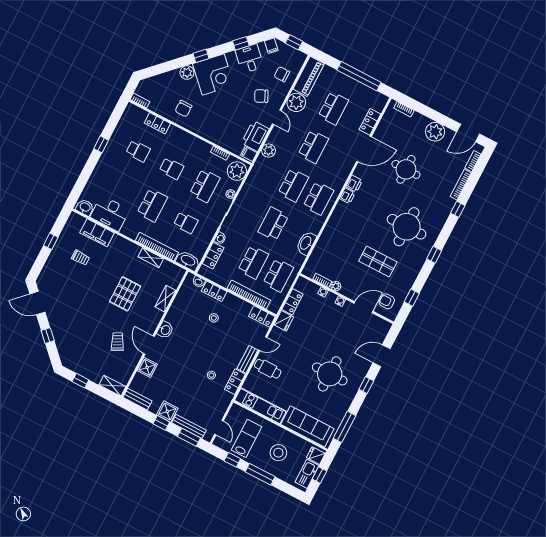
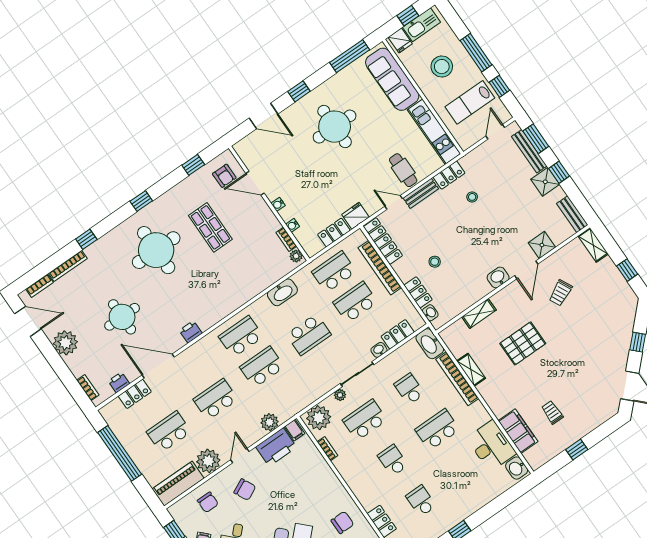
printer: (347, 196) -> (119, 382), moved
plant: (336, 286) -> (296, 256), moved
locker: (262, 316) -> (383, 241), width x1.53

